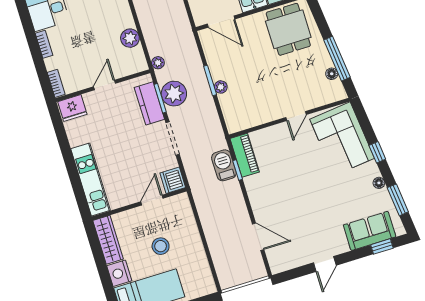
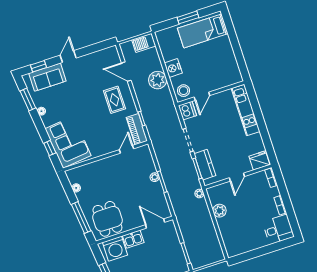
window: (337, 59) -> (81, 218), moved
plant: (174, 94) -> (158, 80), moved
door: (296, 116) -> (126, 149), moved
window: (377, 152) -> (50, 148), moved
barbecue: (224, 165) -> (144, 43), moved, turned 90
rug: (276, 197) -> (114, 100), added
wardrobe: (108, 240) -> (232, 68), removed
stool: (161, 246) -> (184, 91), moved
door: (325, 264) -> (68, 57), moved
nightstand: (119, 273) -> (173, 68), moved, turned 180

